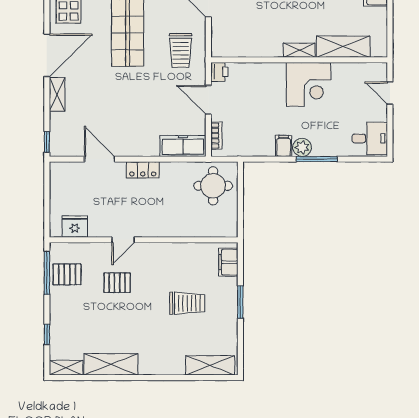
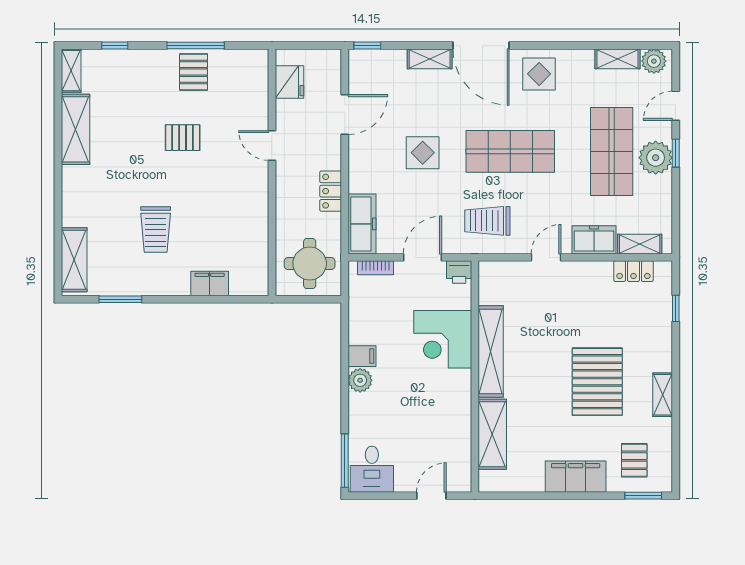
shelving: (299, 50) -> (491, 352), width x2.20, depth x1.33
corner desk: (309, 84) -> (443, 339), moved
display table: (129, 100) -> (423, 153), added
window: (317, 159) -> (345, 461), moved
locker: (143, 170) -> (331, 191), moved
fridge: (75, 226) -> (289, 82), moved
door: (123, 240) -> (272, 145), moved
wall: (144, 240) -> (272, 172), moved
pallet: (117, 283) -> (183, 138), turned 90
window: (240, 302) -> (120, 299), moved

